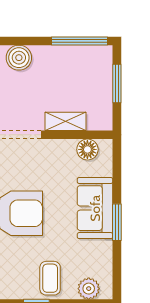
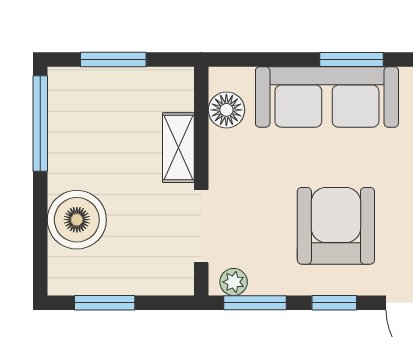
boiler: (19, 58) -> (77, 220), width x1.37, depth x1.37
sofa: (95, 208) -> (327, 97), width x1.36

